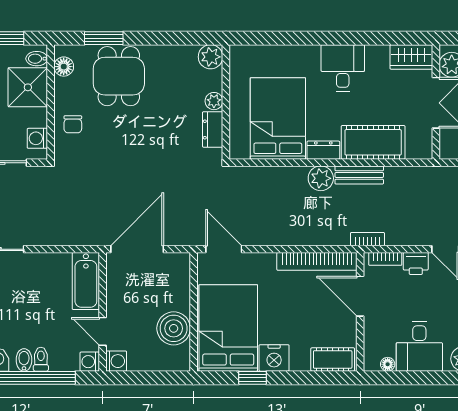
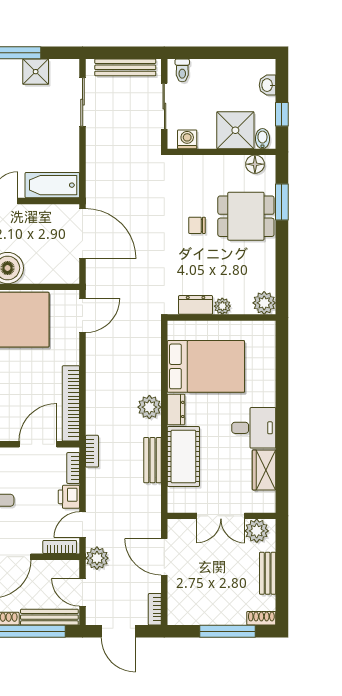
wardrobe: (411, 57) -> (264, 470), moved
chair: (73, 124) -> (197, 225), moved
bench: (359, 175) -> (153, 460), moved

